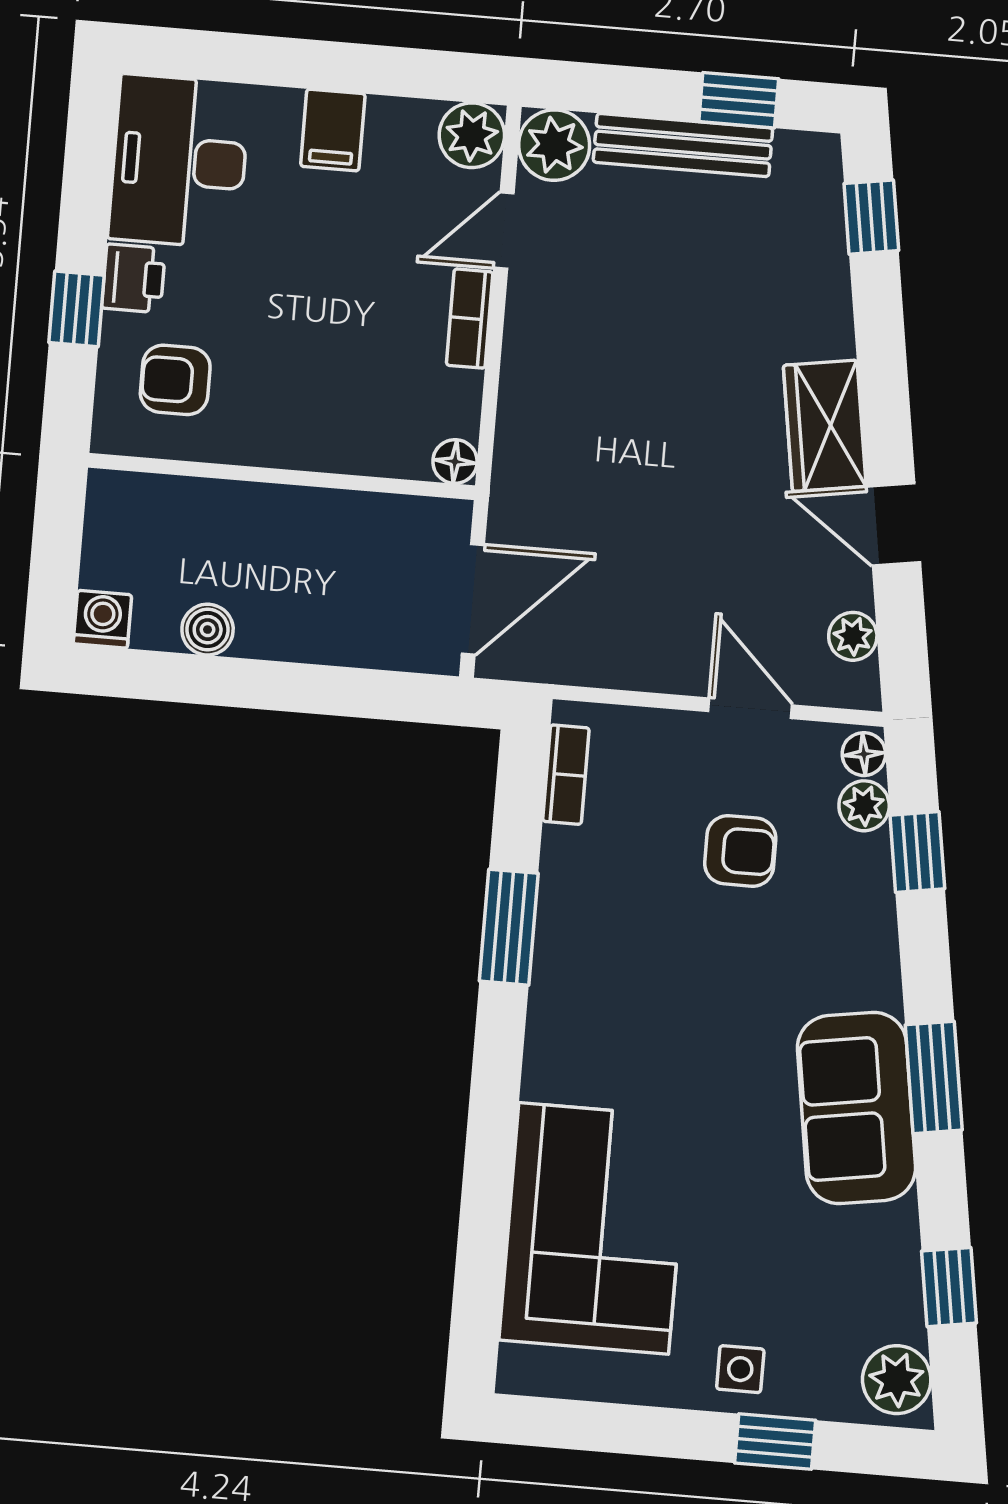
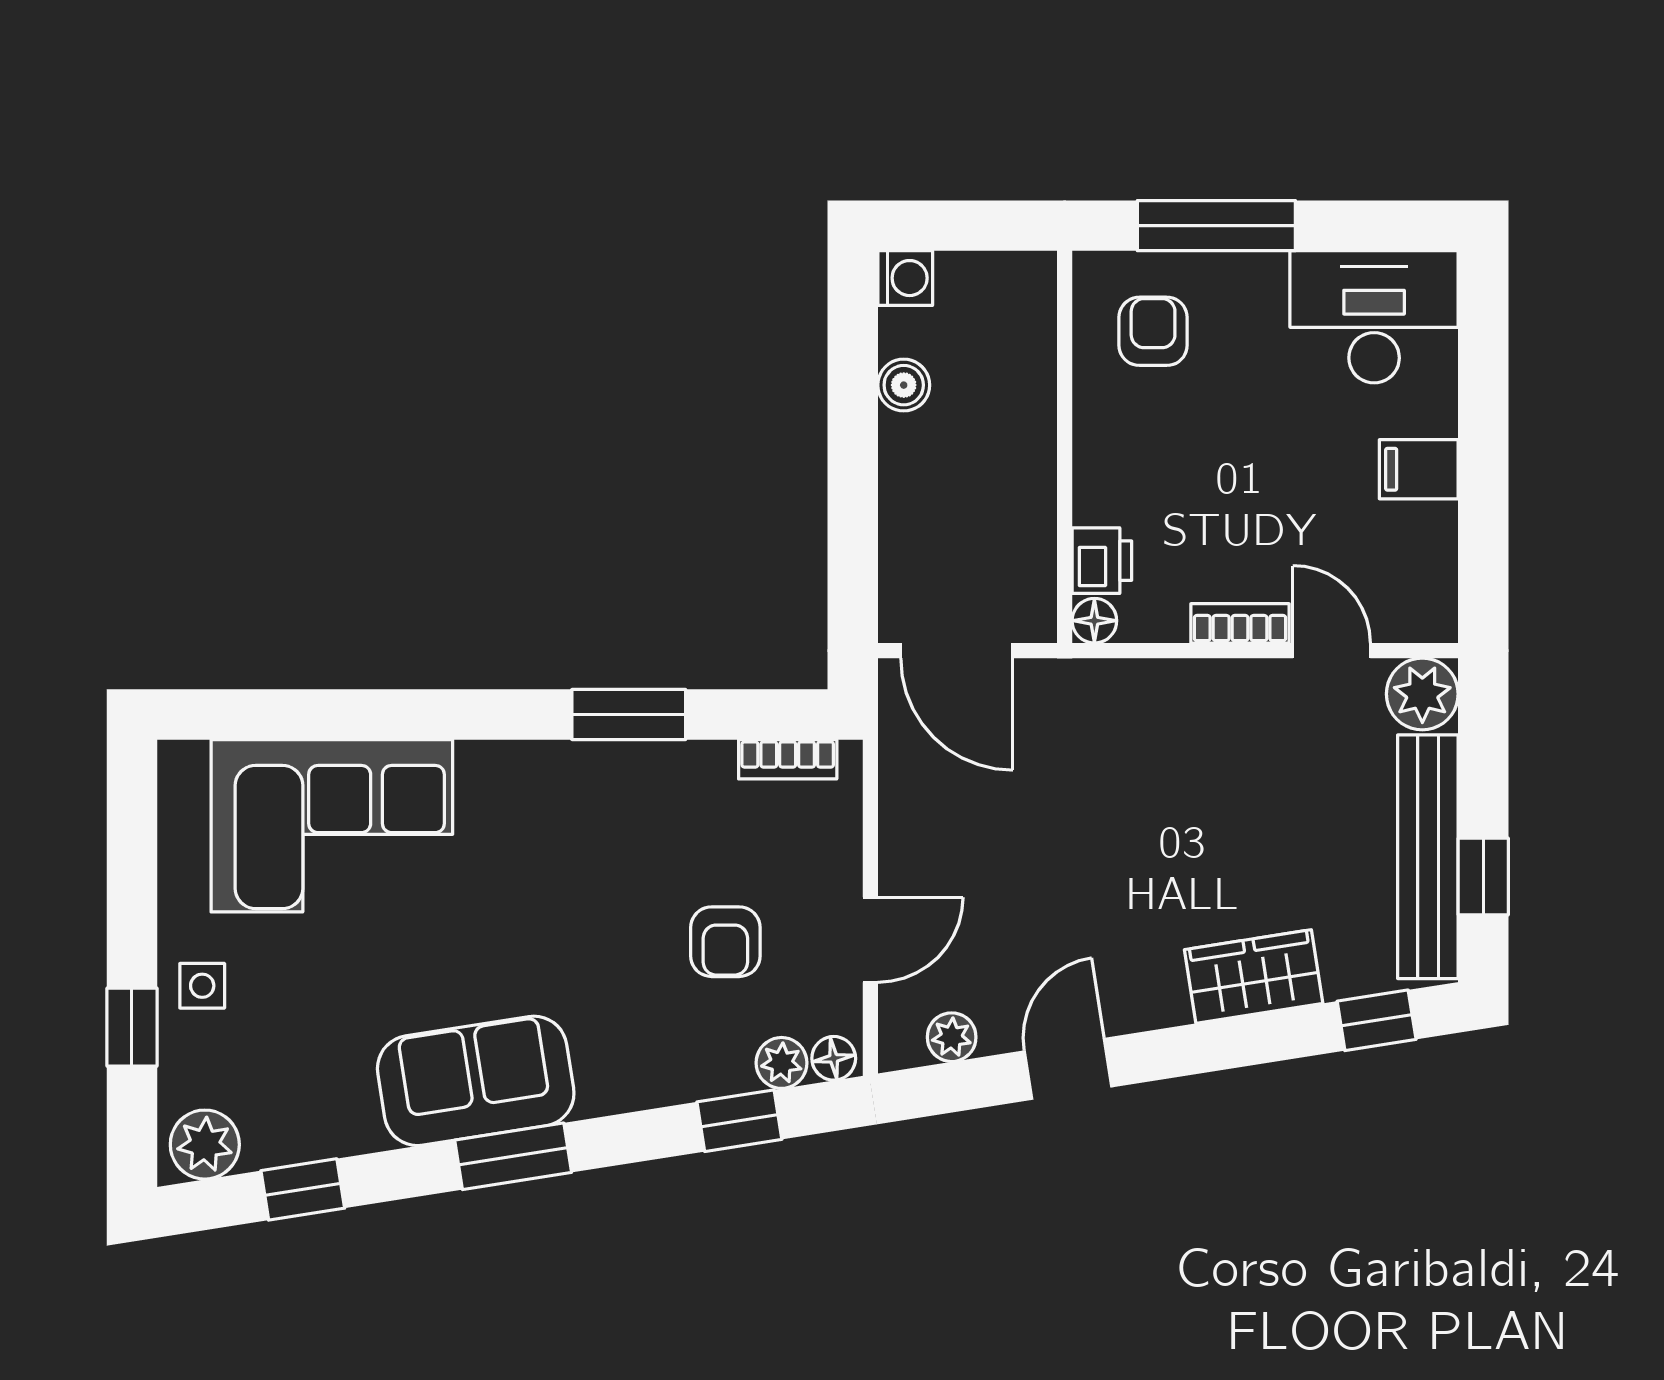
plant: (472, 135) -> (1425, 610), removed
bench: (683, 145) -> (1428, 857), width x1.37, depth x1.21
printer: (133, 278) -> (1102, 561), moved, turned -90
window: (76, 309) -> (1216, 226), width x2.17
wardrobe: (825, 426) -> (1254, 977), moved

